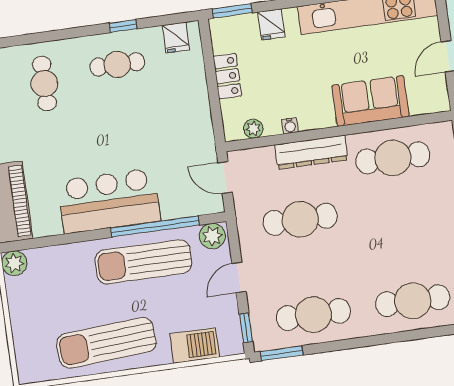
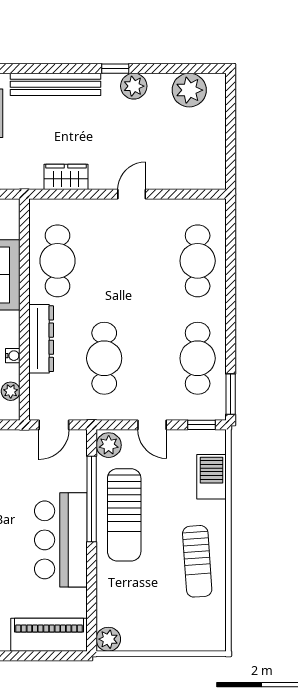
sun lounger: (106, 343) -> (197, 561), width x0.73, depth x0.75

